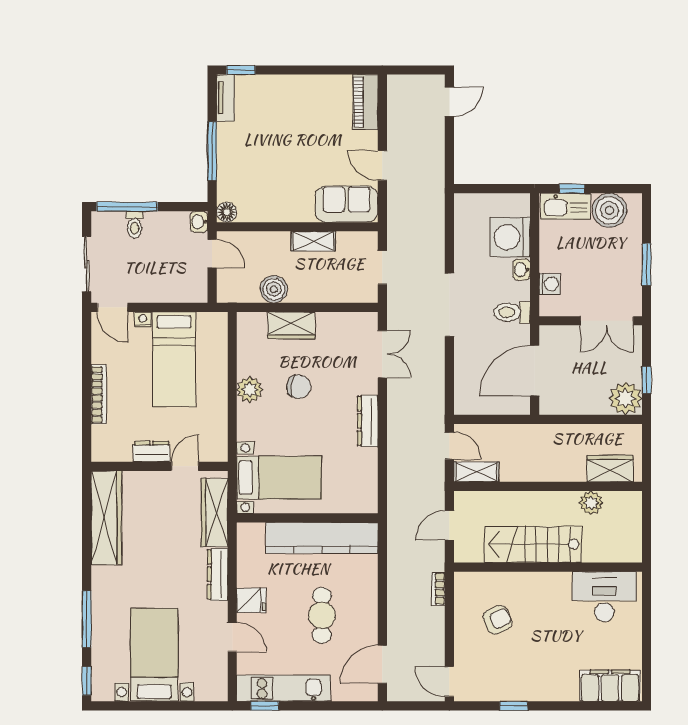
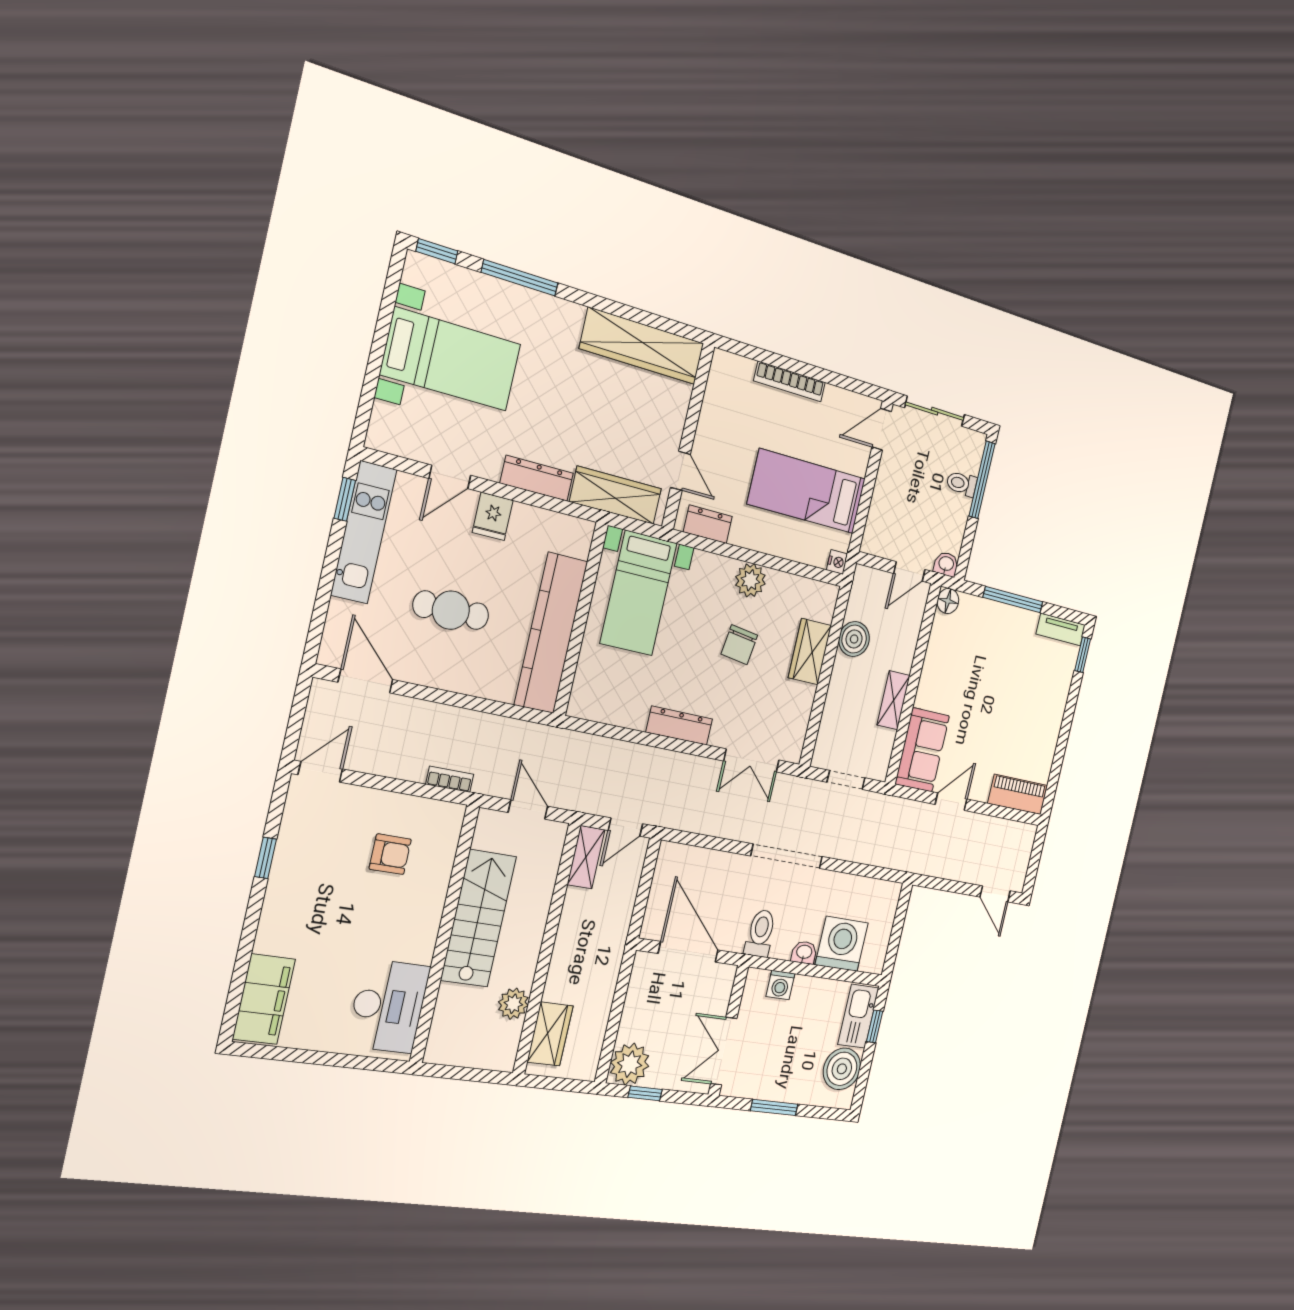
nightstand: (143, 320) -> (837, 562), moved
dresser: (152, 452) -> (708, 524), moved, turned -90
armchair: (498, 620) -> (390, 854), turned -67

